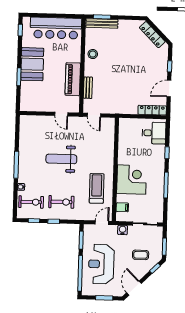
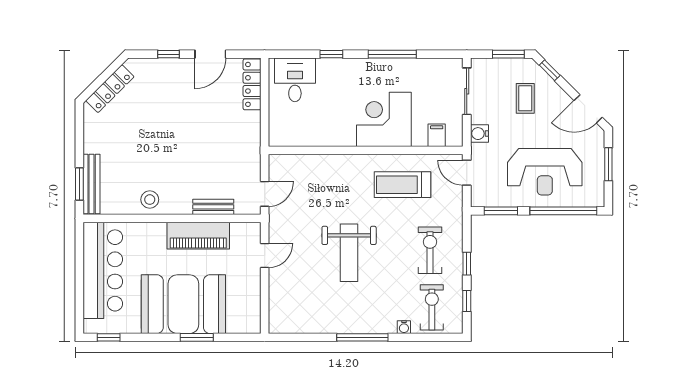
booth: (32, 64) -> (183, 304), width x1.36, depth x1.42
door: (169, 89) -> (210, 54), hinge flipped

